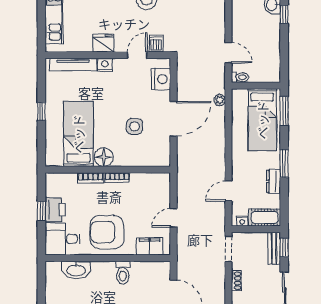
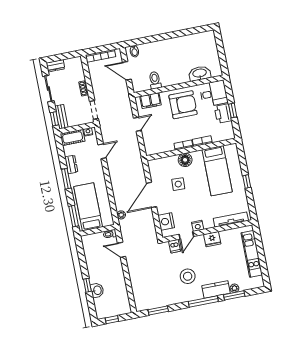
nightstand: (105, 65) -> (198, 226), moved
floor lamp: (104, 157) -> (185, 160), moved
toilet: (123, 273) -> (155, 80), moved

